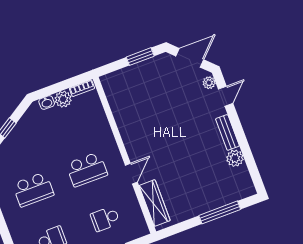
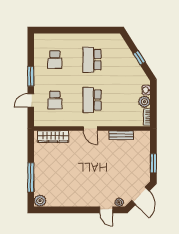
bench: (227, 132) -> (121, 135), moved
plant: (235, 158) -> (40, 201), moved
door: (131, 174) -> (90, 128), moved
school desk: (105, 219) -> (55, 100), turned 180

